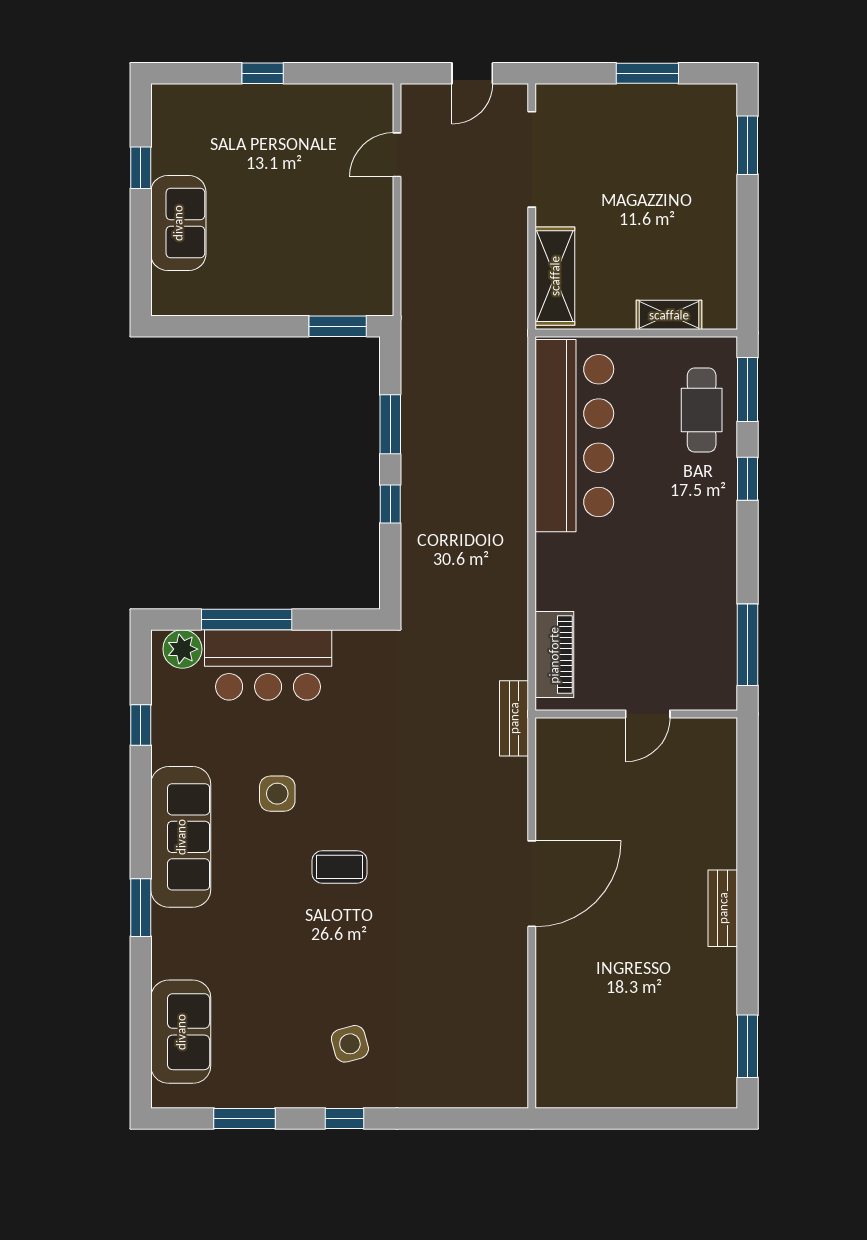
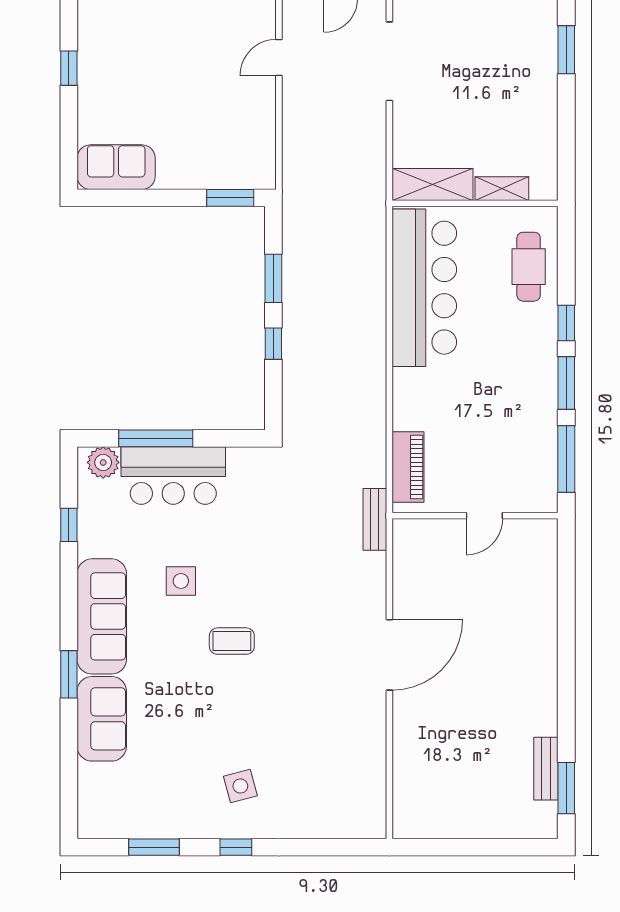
sofa: (178, 223) -> (116, 167), moved, turned -90
shelving: (555, 276) -> (433, 185), moved, turned 90
window: (748, 389) -> (566, 383), moved
bench: (723, 908) -> (546, 769), moved
sofa: (181, 1032) -> (102, 719), moved

